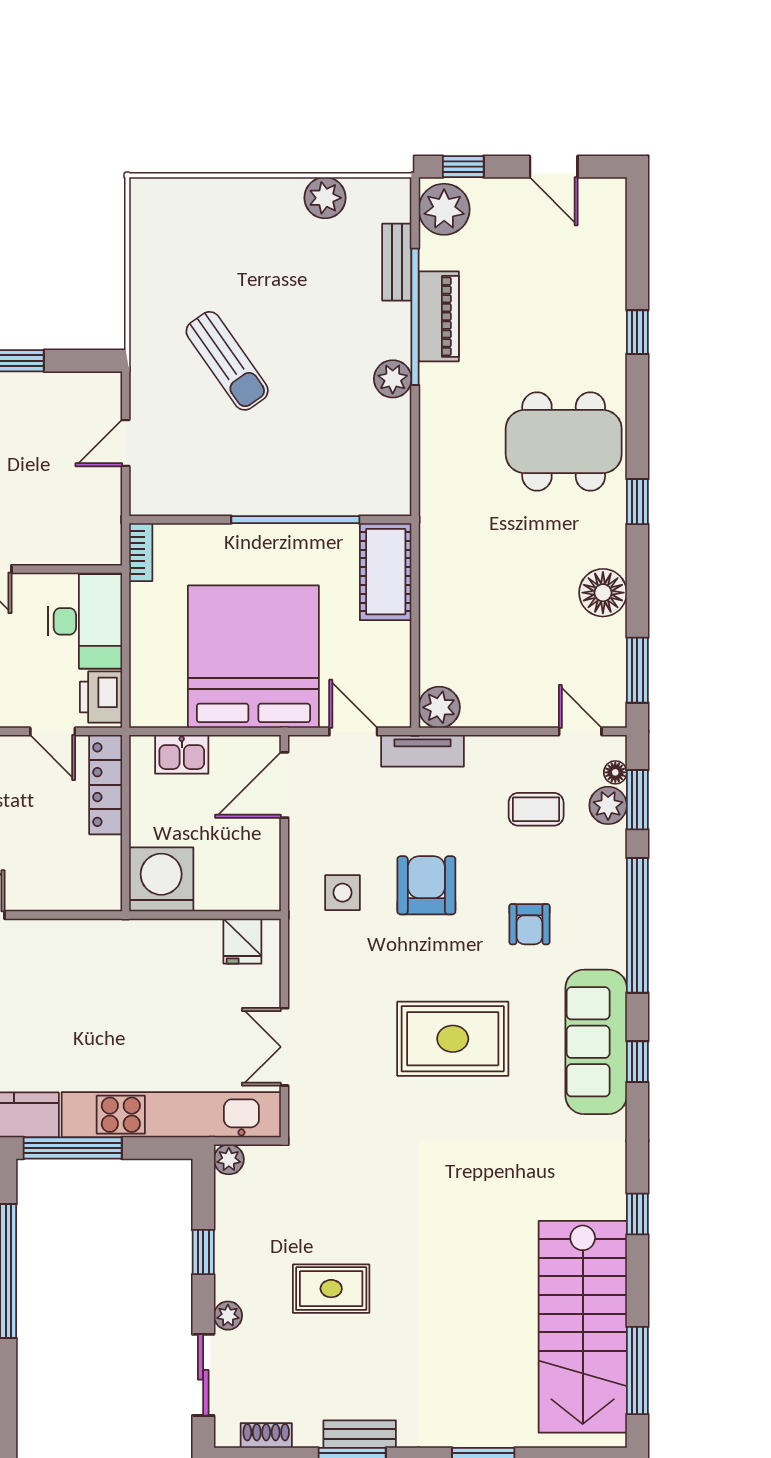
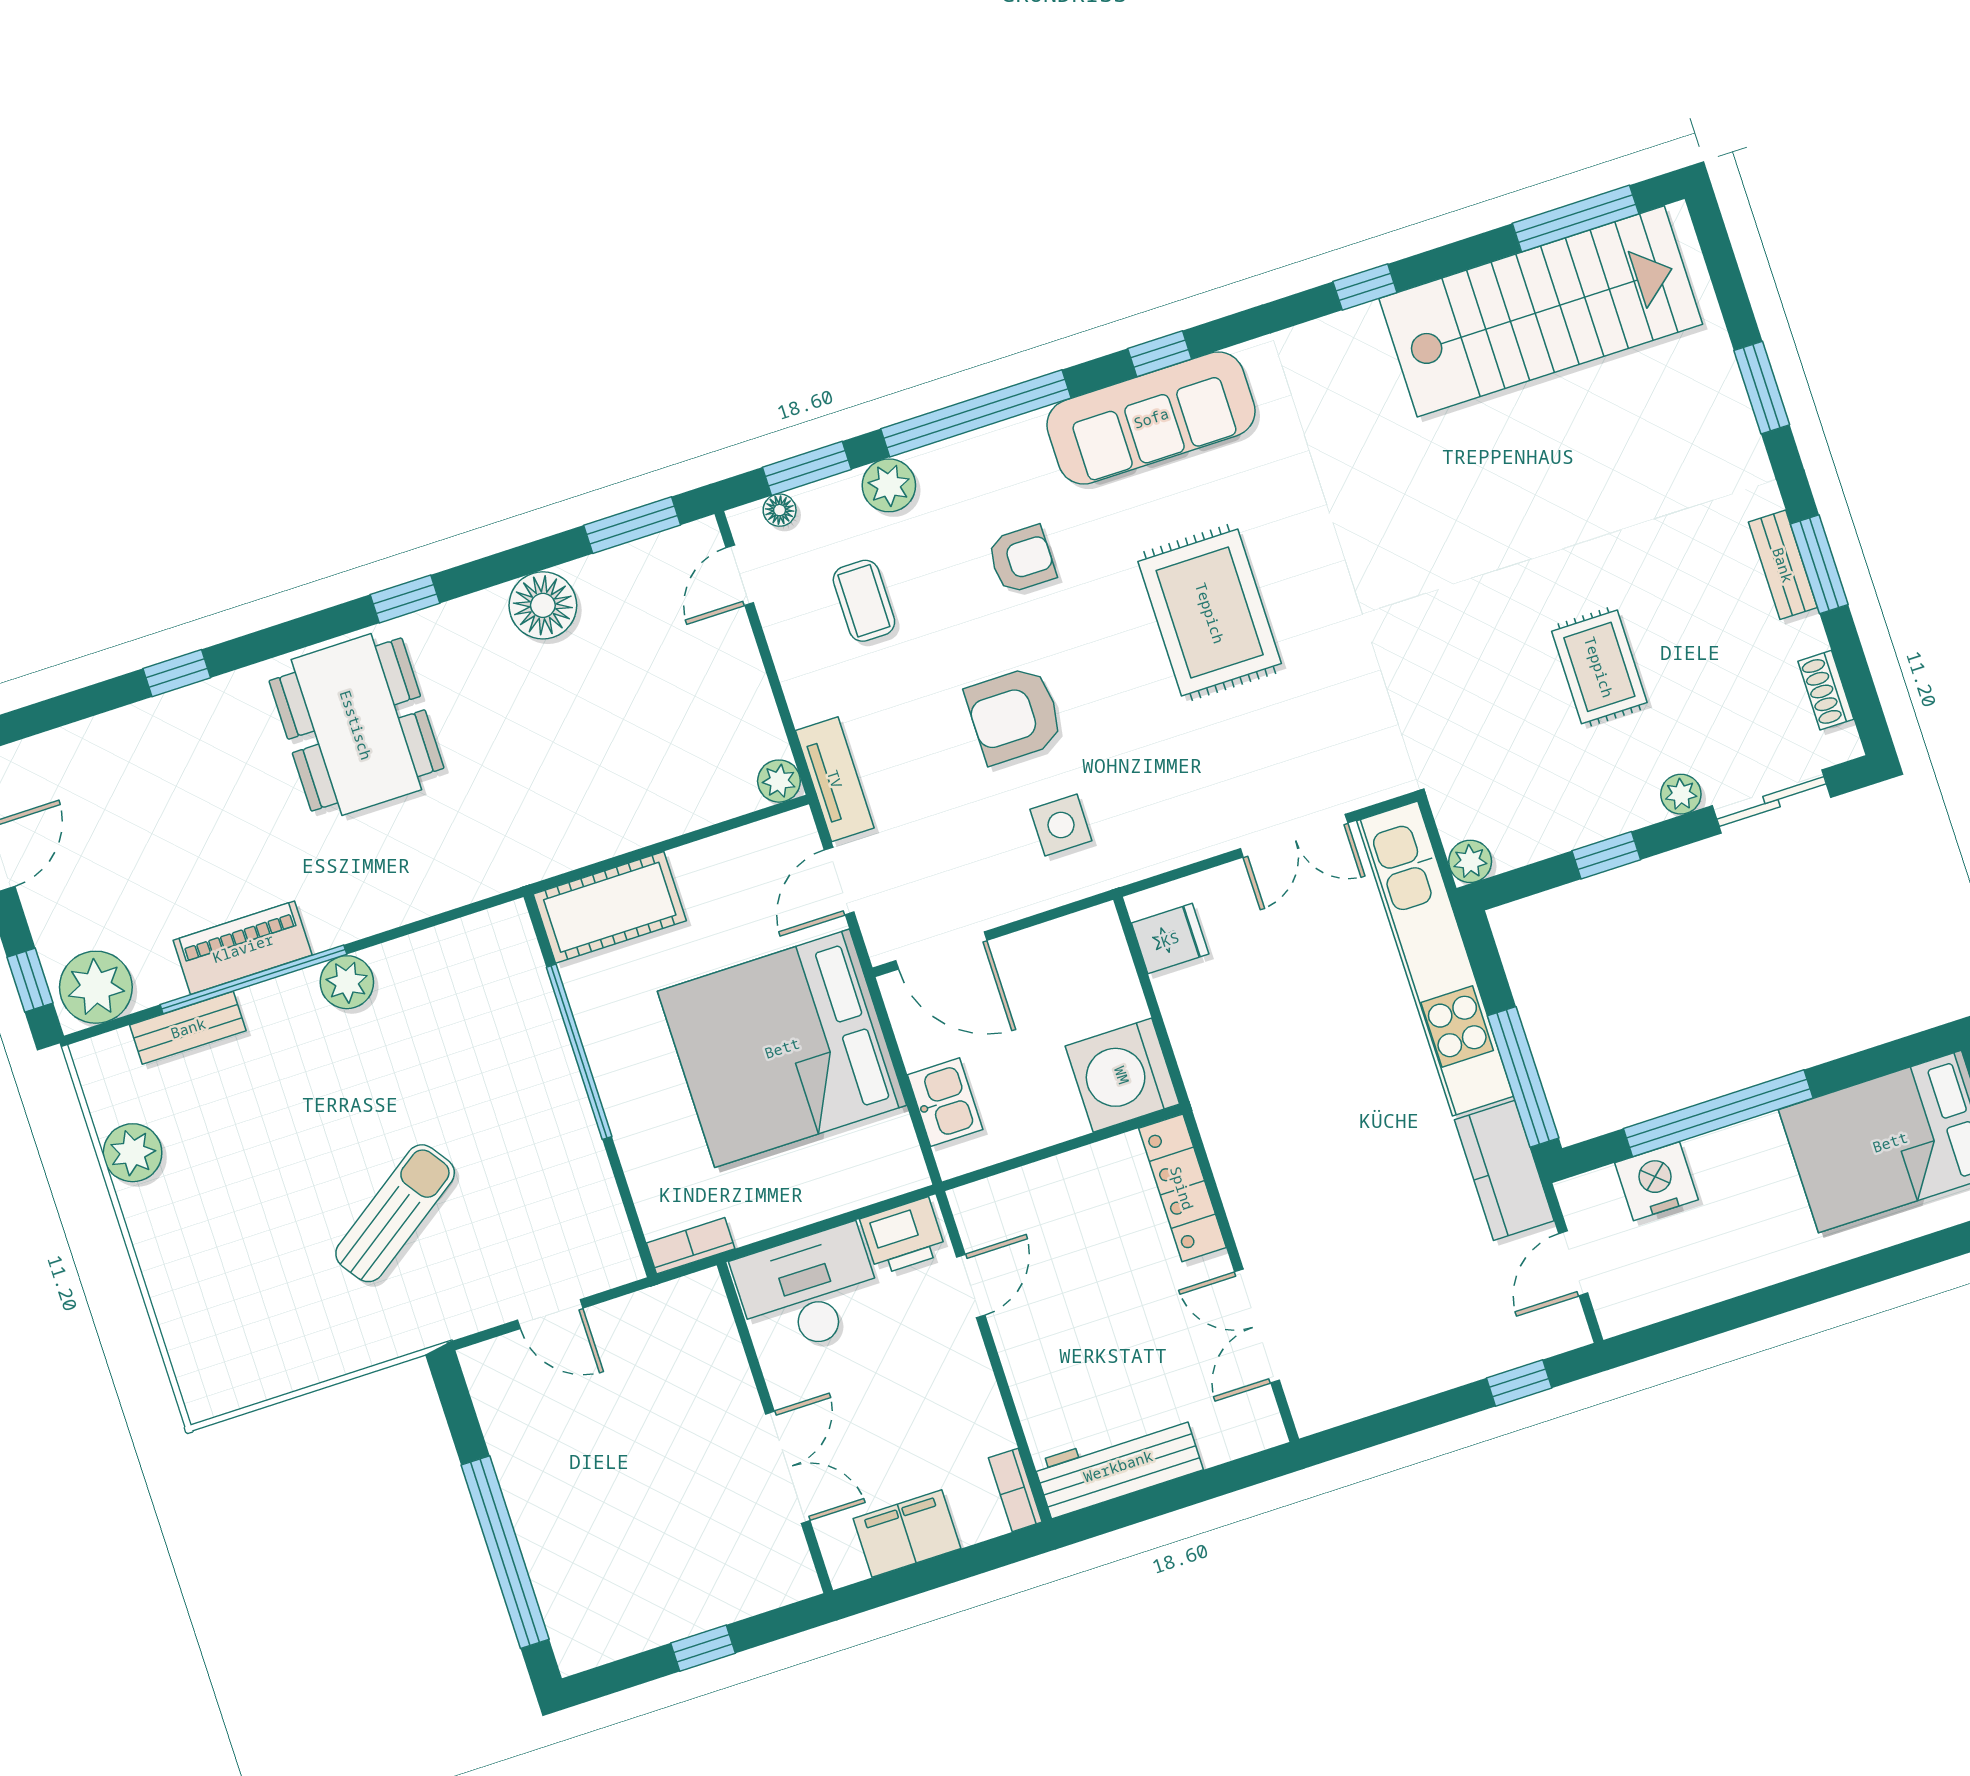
plant: (439, 707) -> (779, 781), width x0.73, depth x0.73
locker: (106, 785) -> (1182, 1188), moved, turned 90
plant: (608, 805) -> (889, 485), moved

